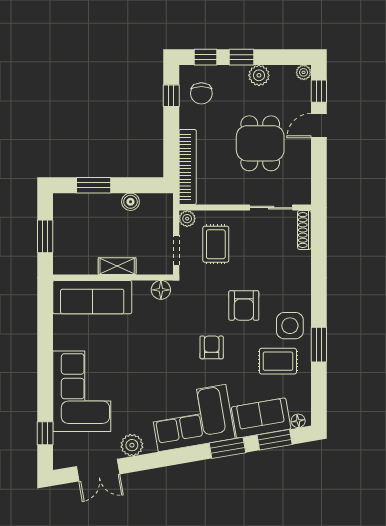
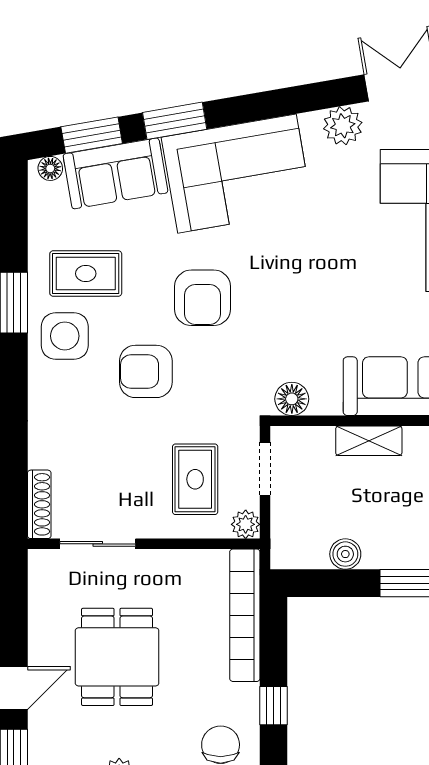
window: (171, 96) -> (274, 706), moved
armchair: (244, 305) -> (146, 371), turned -90
armchair: (212, 347) -> (203, 298), width x1.38, depth x1.38

